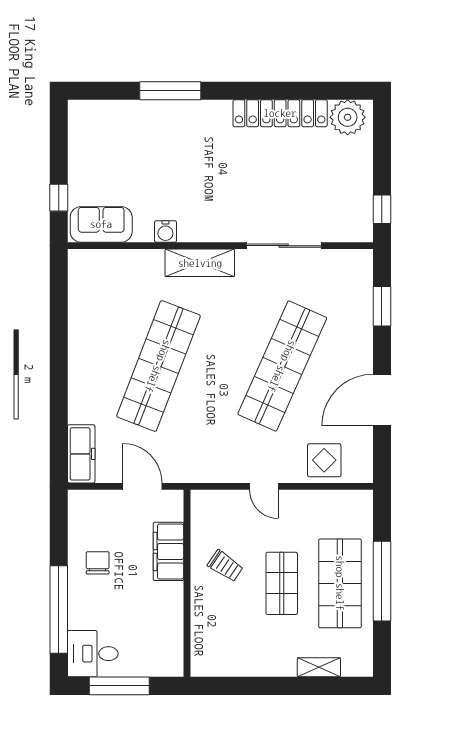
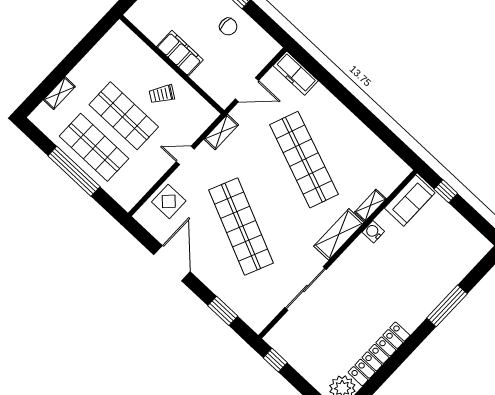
shelving: (142, 258) -> (370, 205), added
shelving: (208, 473) -> (221, 132), added
filing cabinet: (168, 551) -> (180, 53), moved
shop shelf: (282, 583) -> (124, 116), width x1.43, depth x1.36

